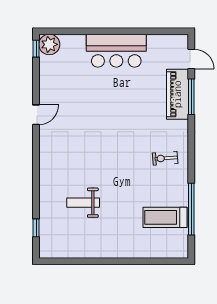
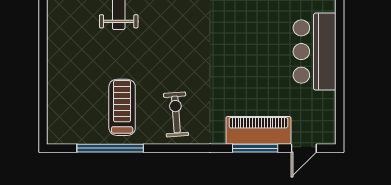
exercise bike: (165, 158) -> (176, 114), width x1.38, depth x1.39
treadmill: (165, 217) -> (122, 107), moved

